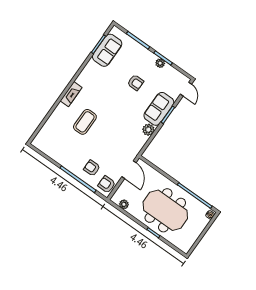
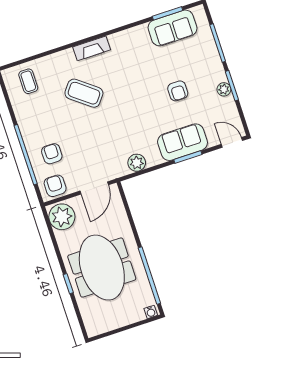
door: (186, 89) -> (232, 142), swing flipped
coffee table: (85, 122) -> (84, 93), turned 38
plant: (148, 130) -> (137, 163), moved
coffee table: (50, 138) -> (28, 81), added
plant: (124, 204) -> (62, 217), width x1.87, depth x1.87

